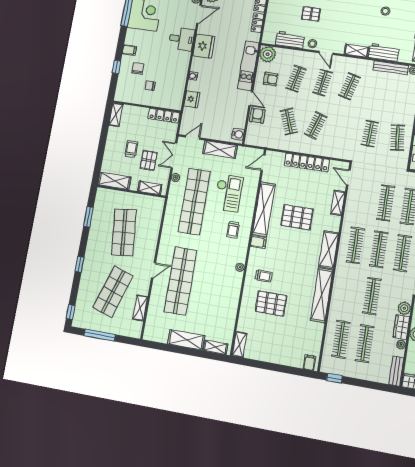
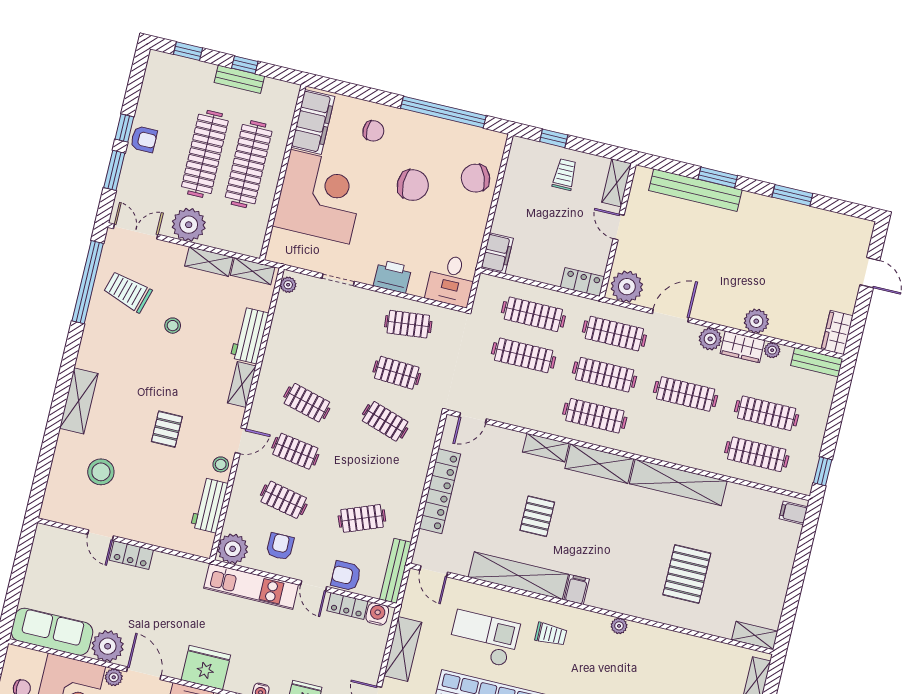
pallet: (311, 14) -> (167, 429), moved
locker: (257, 23) -> (347, 606), moved
bench: (391, 68) -> (395, 571), moved
door: (251, 99) -> (314, 586), swing flipped
clothes rail: (316, 126) -> (385, 421), moved
shelving: (338, 203) -> (546, 448), moved
pallet: (297, 217) -> (537, 516), width x0.67, depth x0.71
trolley: (264, 276) -> (637, 584), removed

